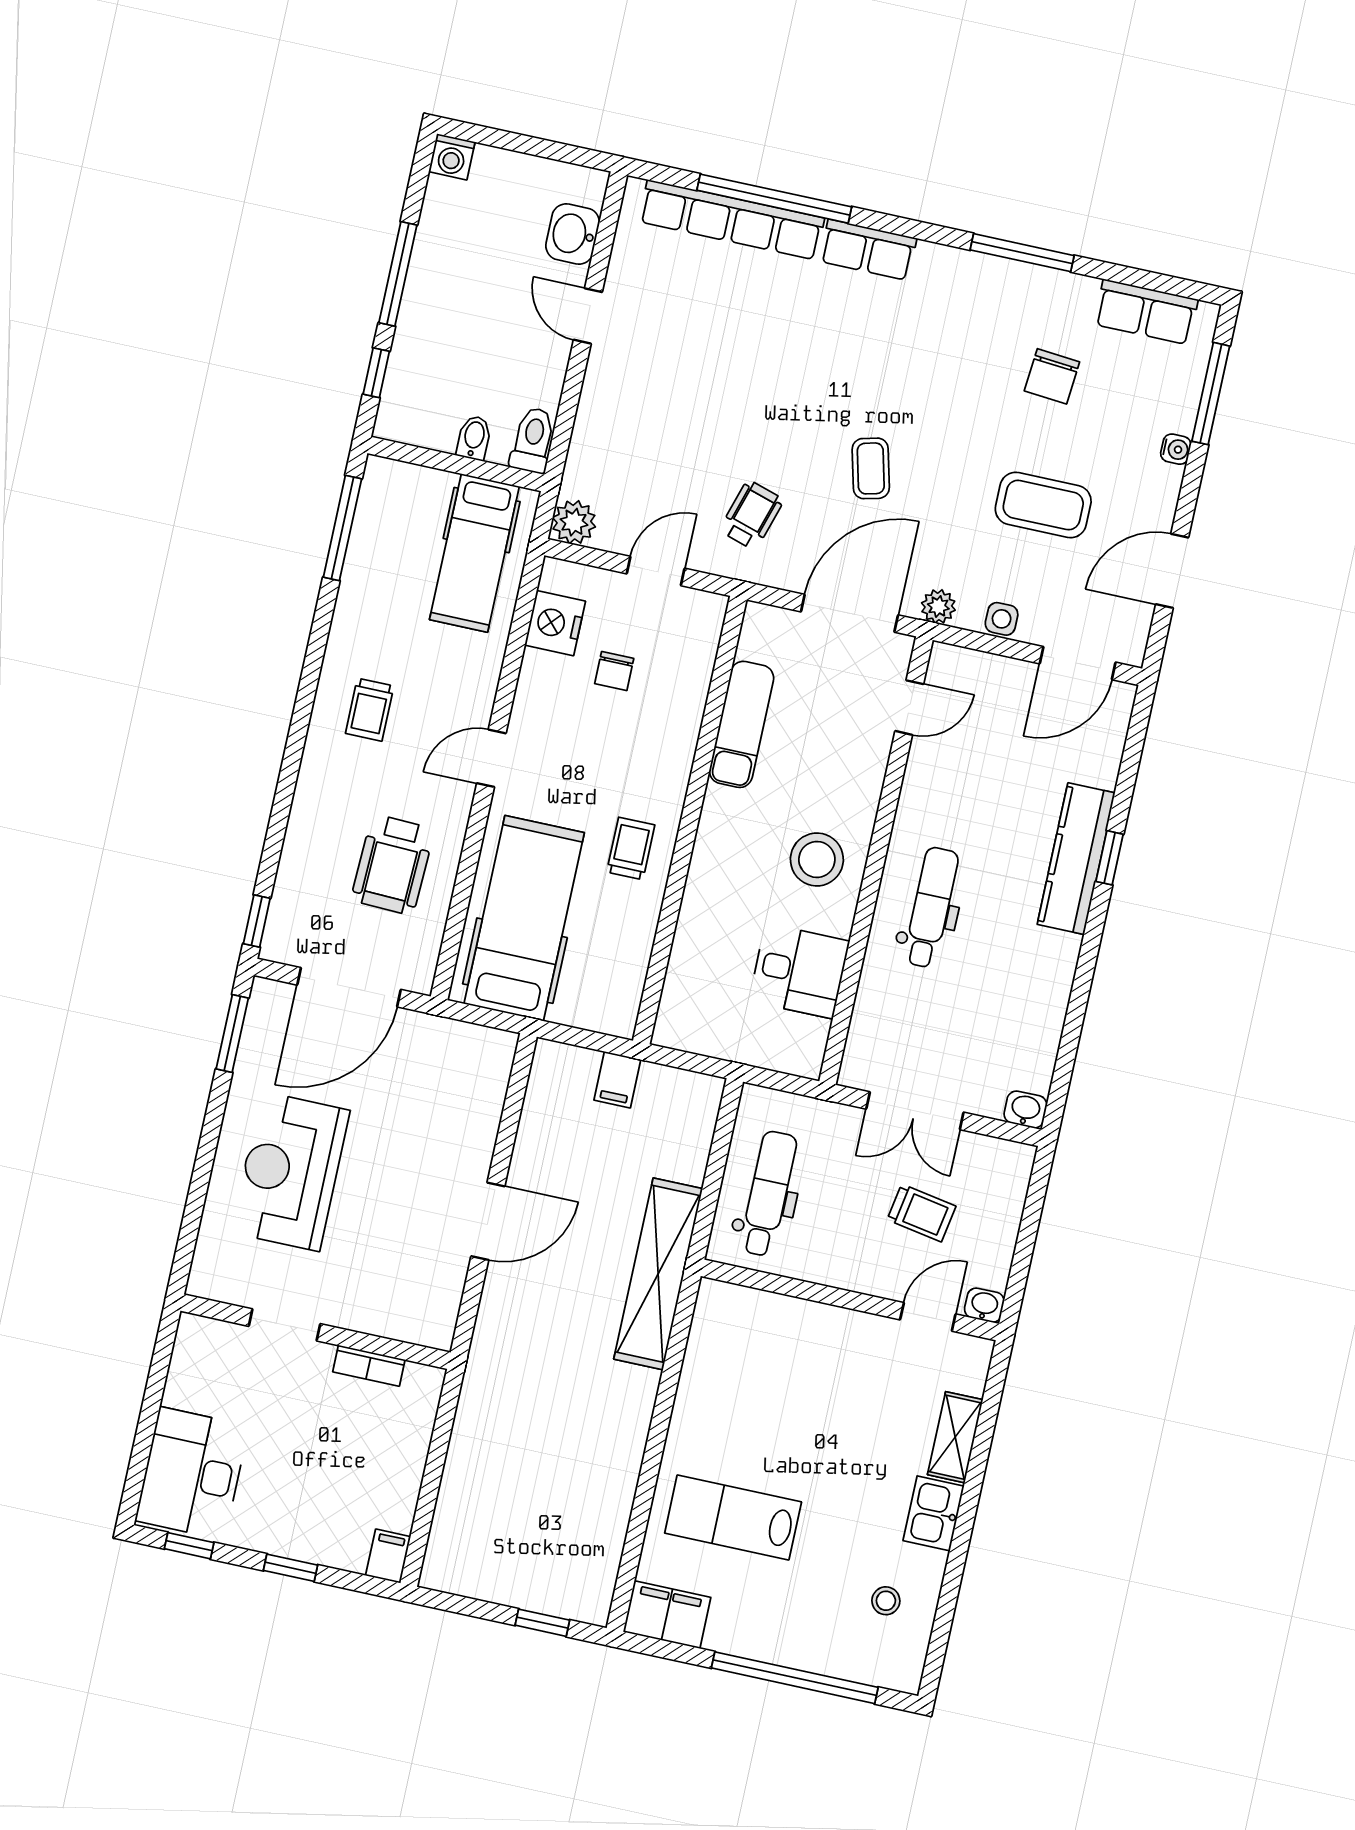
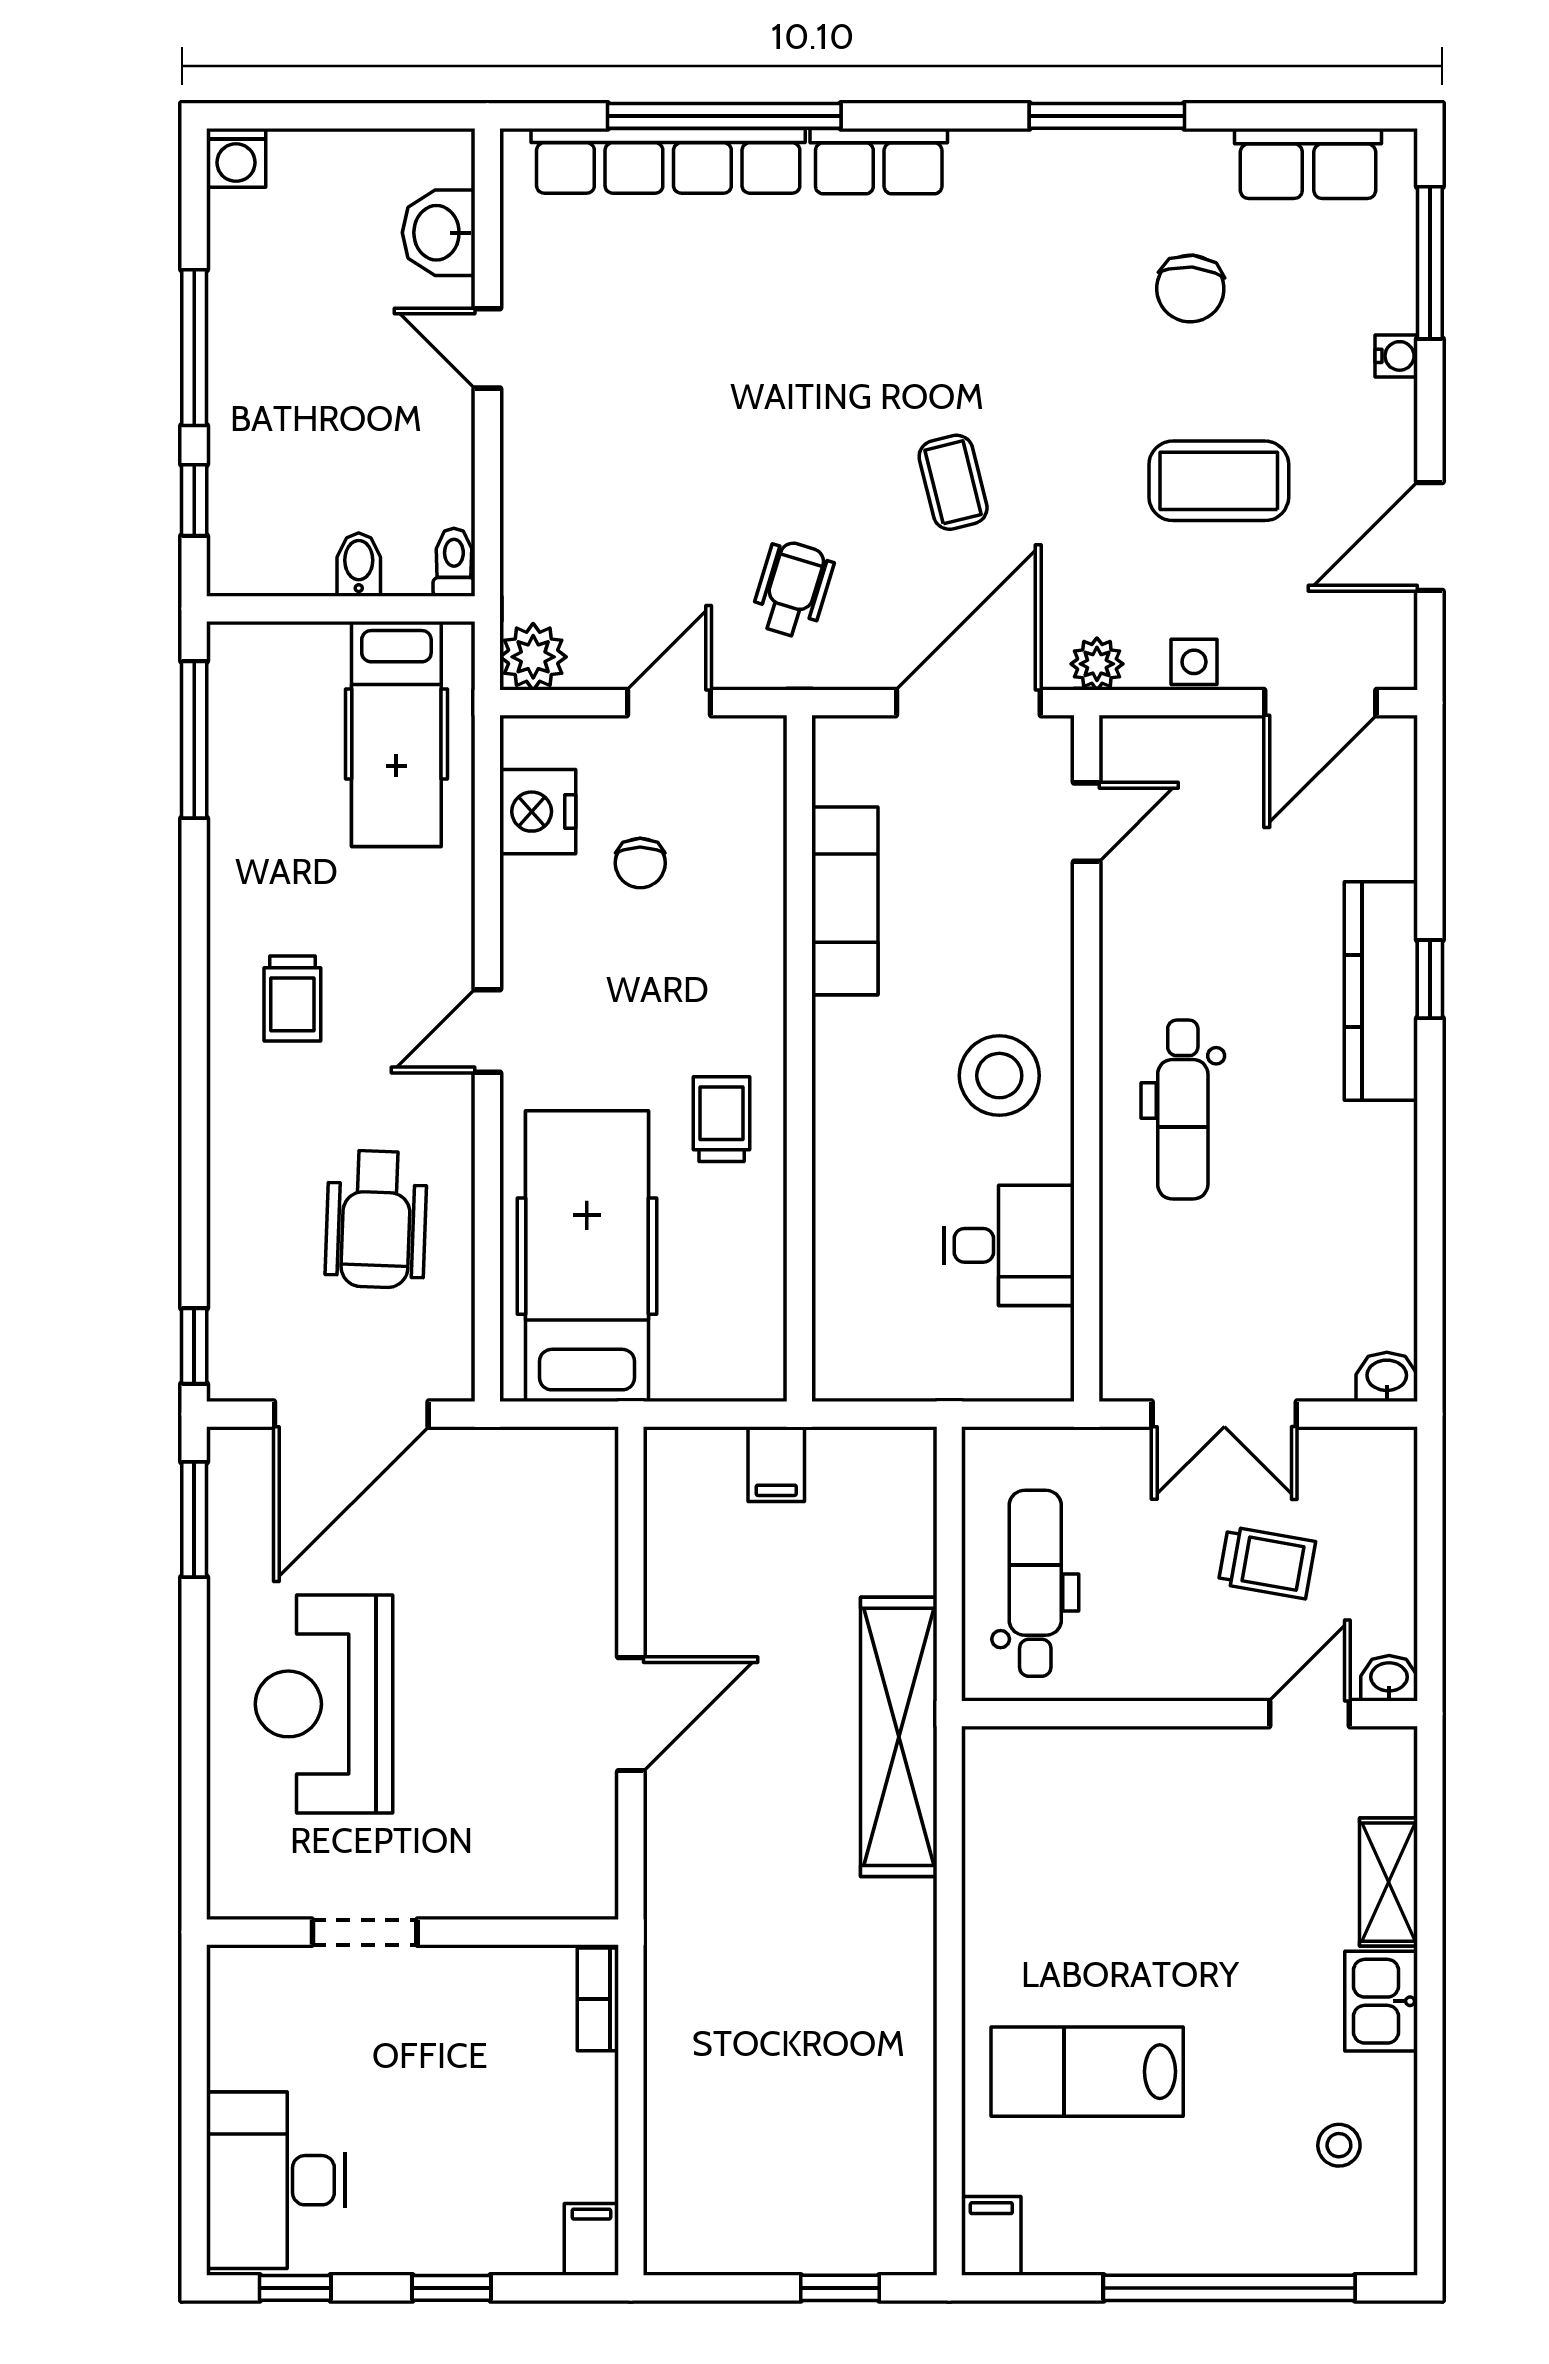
toilet: (533, 440) -> (454, 562), width x0.73, depth x0.72
dental chair: (931, 907) -> (1183, 1110), turned 180
bookcase: (369, 1366) -> (598, 1999), moved, turned 90
filing cabinet: (667, 1615) -> (991, 2236), width x0.50

